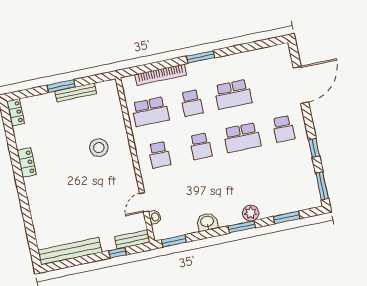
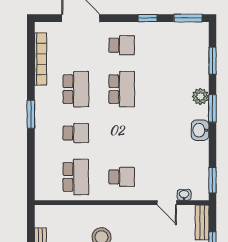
bookcase: (161, 75) -> (41, 59), moved
school desk: (201, 146) -> (122, 133), removed
washbasin: (207, 222) -> (200, 130), moved

